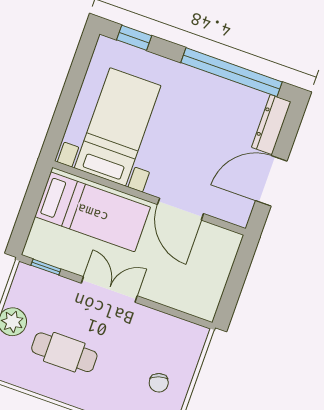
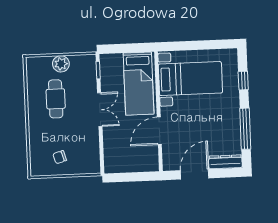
window: (134, 38) -> (243, 81), moved
window: (231, 72) -> (245, 129), width x0.68
door: (271, 181) -> (195, 174), hinge flipped

